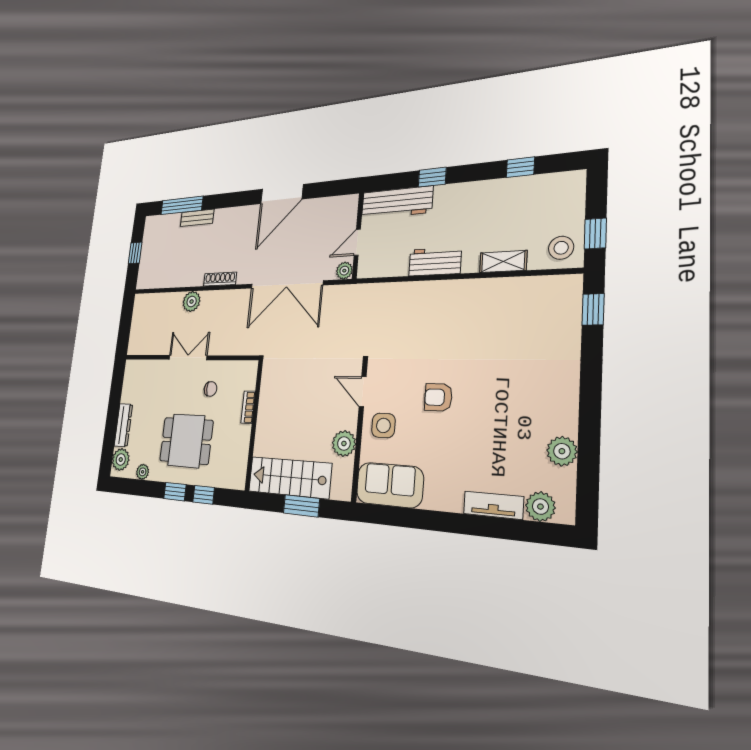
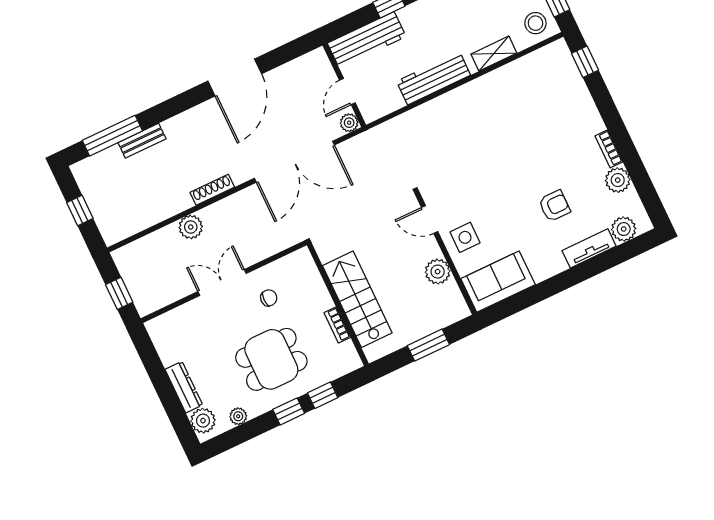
workbench: (435, 262) -> (434, 78), width x1.37
window: (125, 328) -> (119, 293), added
armchair: (438, 397) -> (554, 206), moved, turned 180
bookcase: (248, 407) -> (337, 325), moved
bookcase: (570, 413) -> (609, 149), added
stairs: (290, 477) -> (357, 299), moved, turned 90

